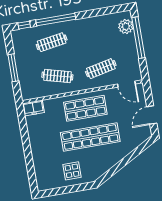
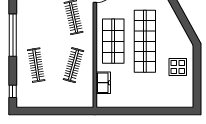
window: (56, 20) -> (13, 35), moved
window: (13, 68) -> (57, 111), removed
freezer: (33, 108) -> (103, 83), moved

